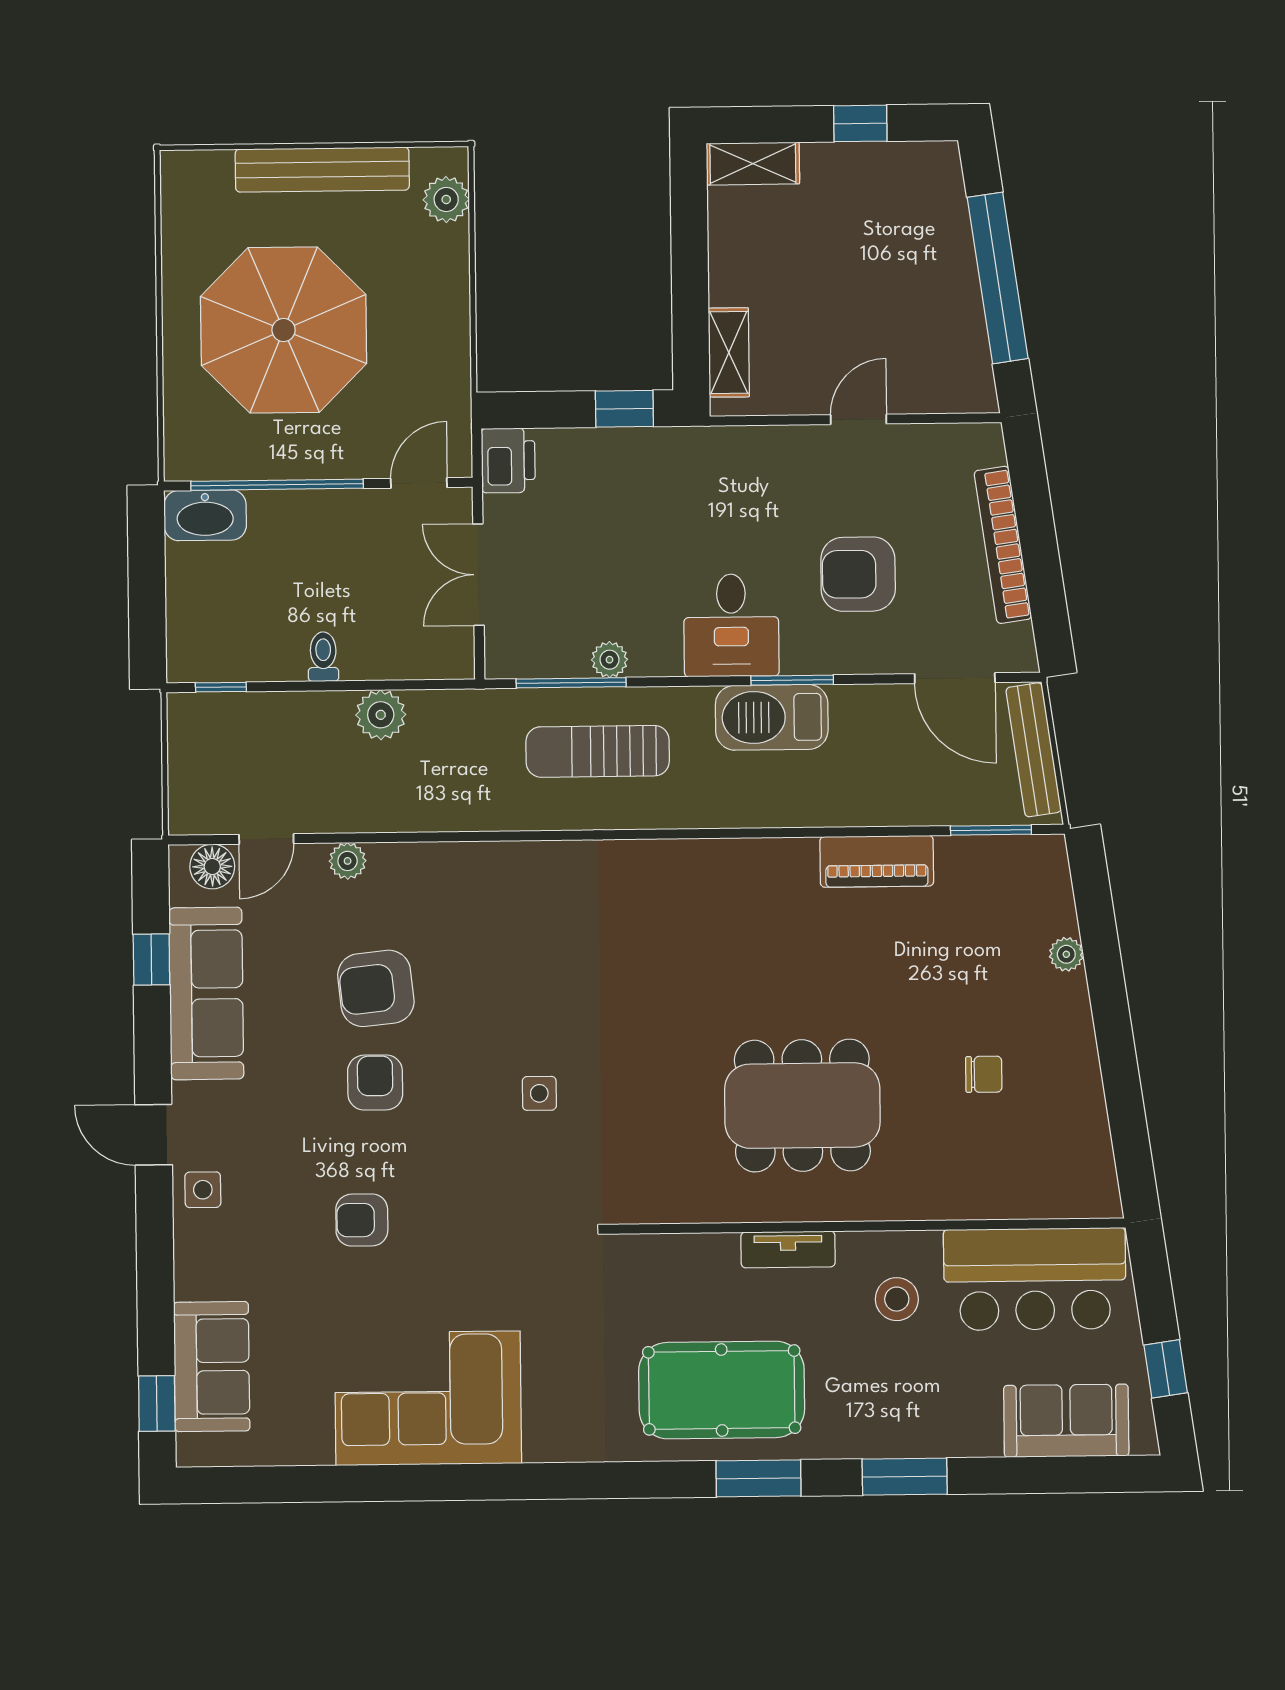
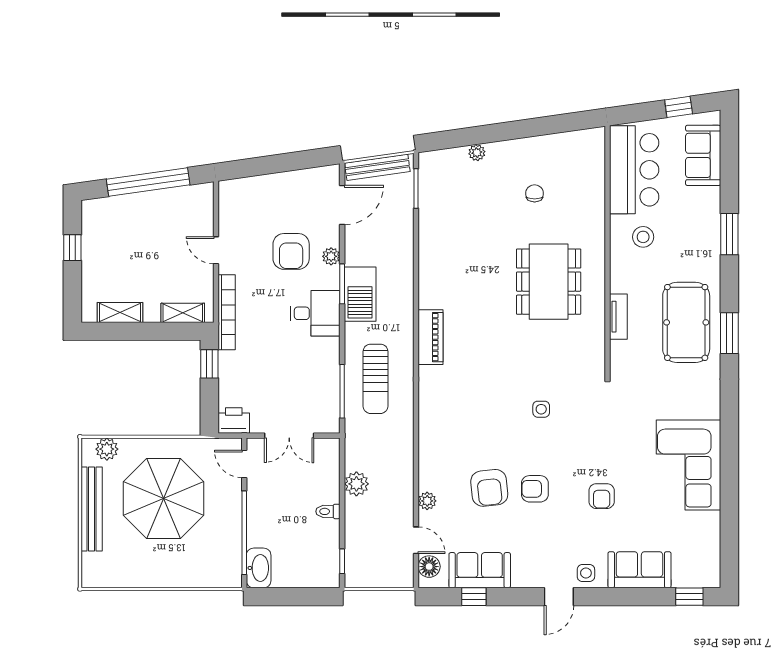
shelving: (753, 164) -> (120, 312), moved, turned 90
parasol: (284, 330) -> (163, 499), moved
bookcase: (1003, 545) -> (227, 312), moved, turned -82
plant: (609, 660) -> (331, 256), moved
piano: (877, 861) -> (431, 337), moved
sofa: (206, 993) -> (480, 570), width x0.73
tv unit: (788, 1249) -> (618, 317), moved
sofa: (212, 1367) -> (639, 570), moved
window: (758, 1478) -> (729, 333), moved

